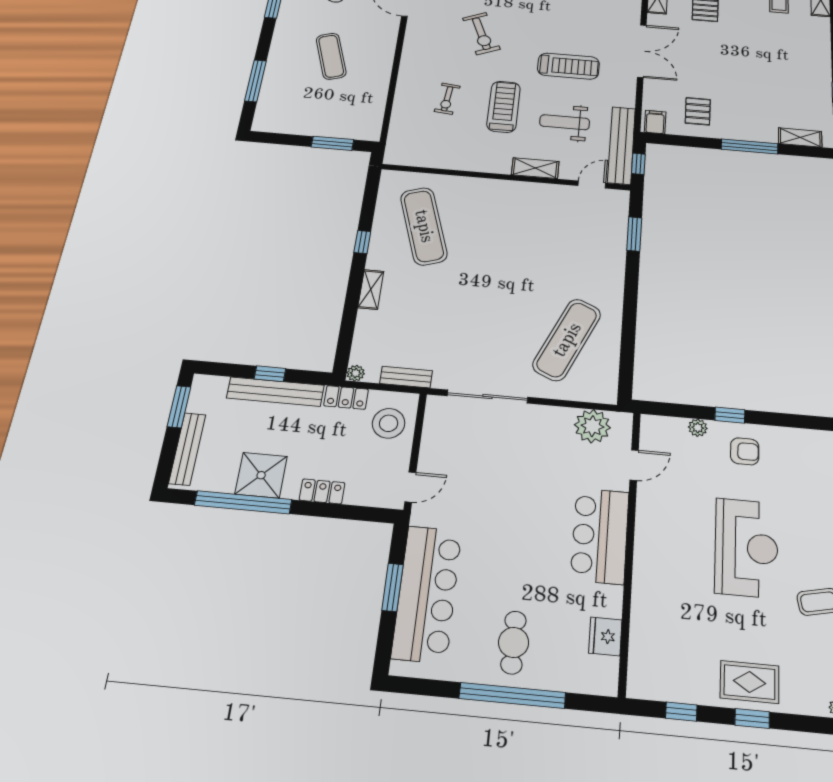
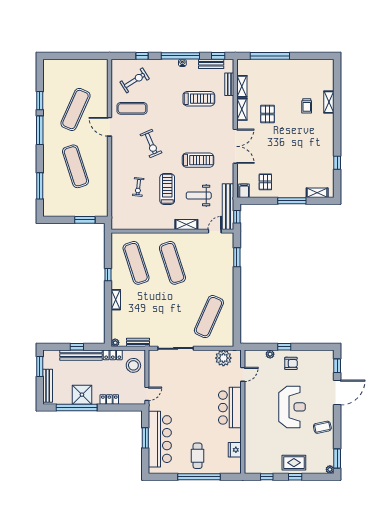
exercise mat: (331, 56) -> (75, 166), width x1.36, depth x1.45
exercise mat: (499, 233) -> (172, 263), added

